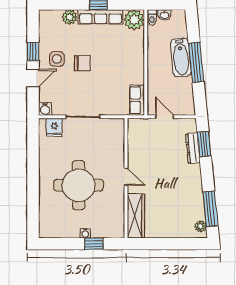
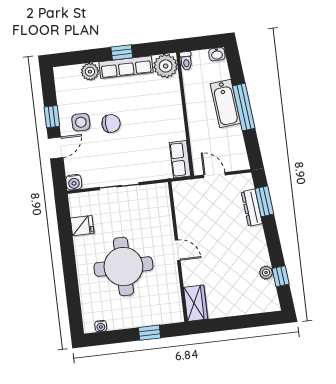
washbasin: (164, 15) -> (217, 54), moved
fridge: (54, 127) -> (82, 226), moved, turned -90
window: (210, 209) -> (281, 276), width x0.46
wardrobe: (136, 216) -> (196, 303), width x0.67
plant: (201, 226) -> (266, 273), moved
water cooler: (85, 233) -> (101, 326), moved

